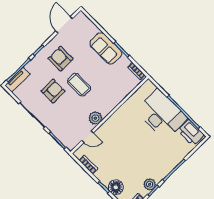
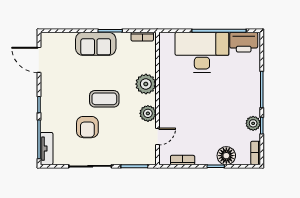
armchair: (61, 59) -> (65, 92), removed
armchair: (53, 91) -> (87, 127), turned 180
plant: (111, 100) -> (146, 84), added

